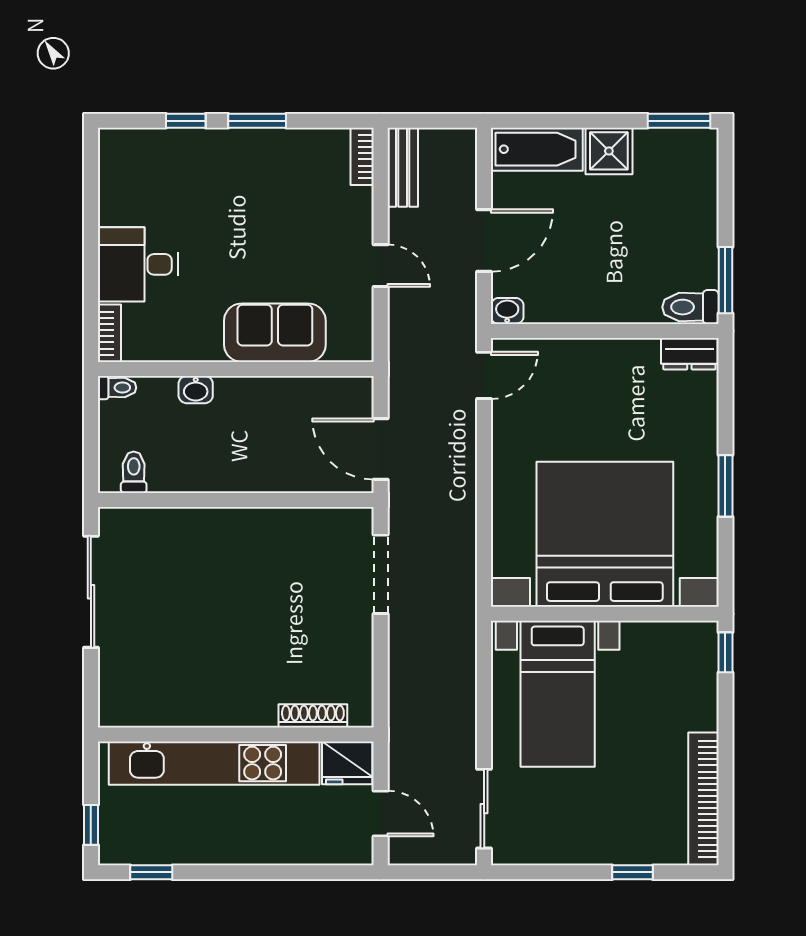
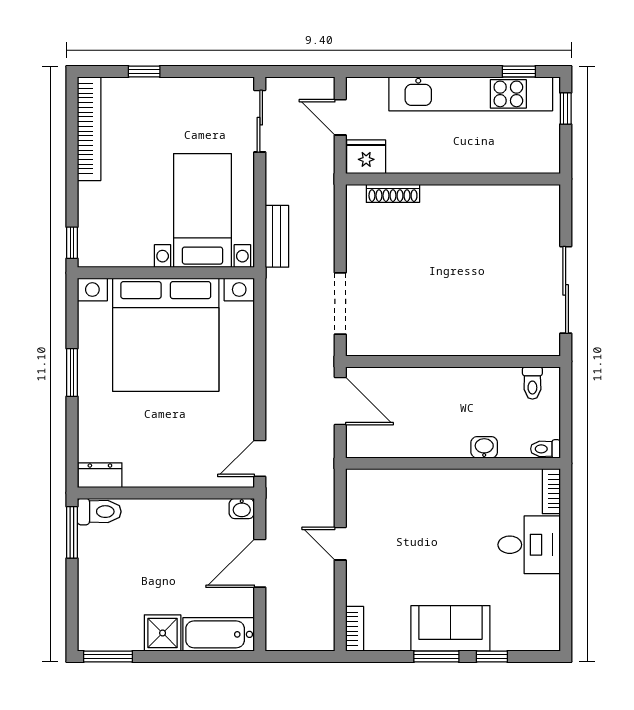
bench: (403, 167) -> (277, 236), moved
sofa: (275, 333) -> (450, 628), moved, turned 180
kitchen unit: (214, 763) -> (471, 94), moved, turned 180

